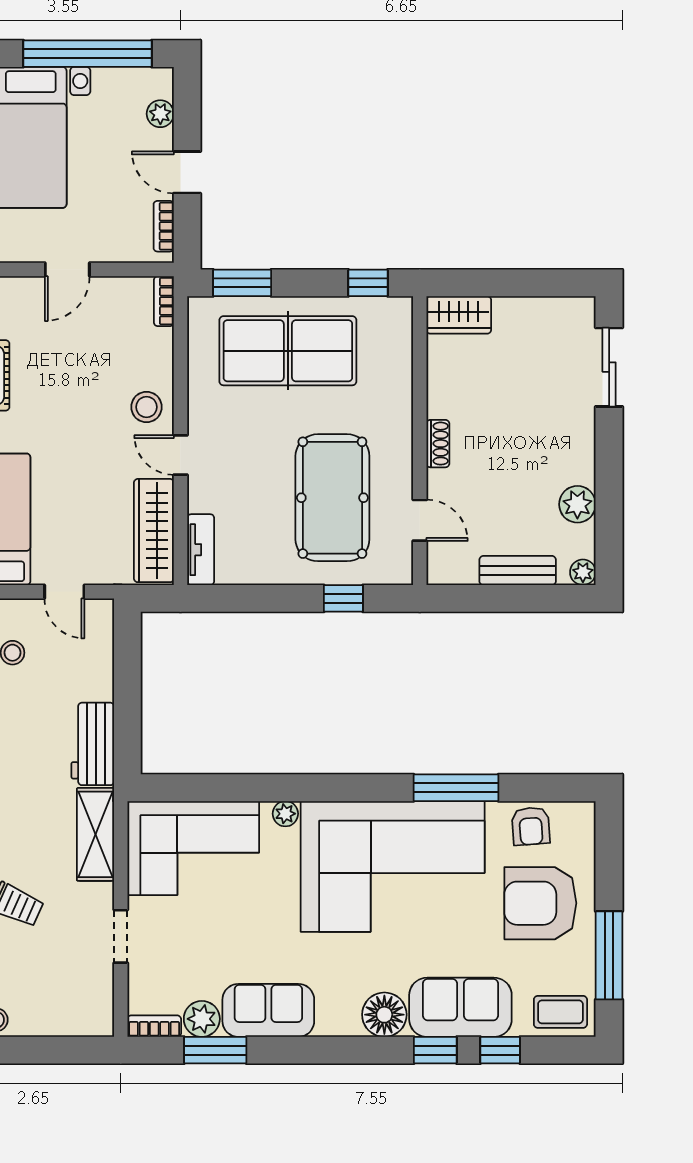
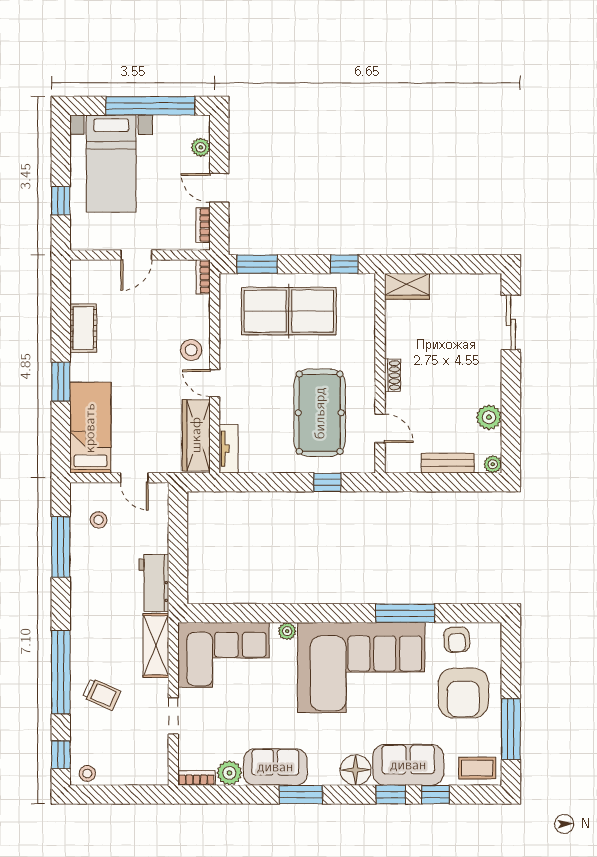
armchair: (540, 903) -> (463, 693), turned -90
window: (215, 1050) -> (301, 795), moved

